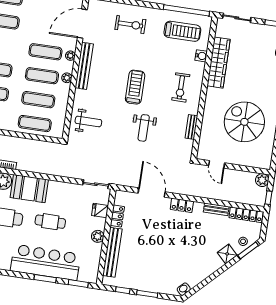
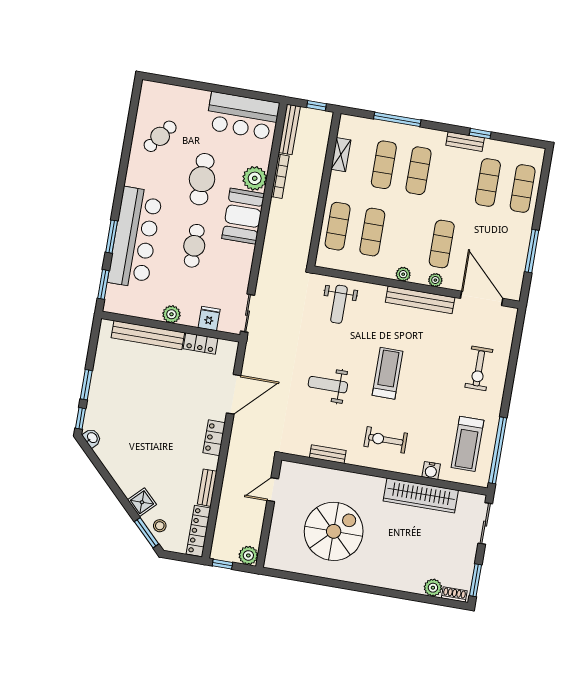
exercise mat: (42, 76) -> (407, 238), removed
treadmill: (135, 87) -> (388, 373), turned -90
window: (123, 290) -> (81, 418), moved

